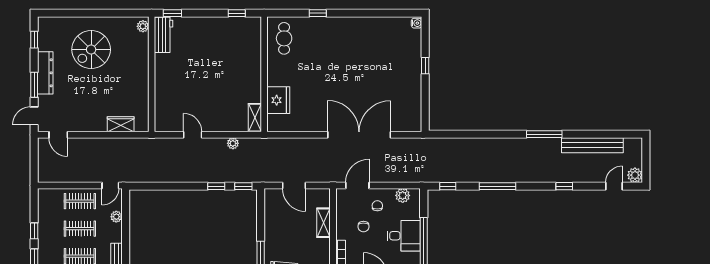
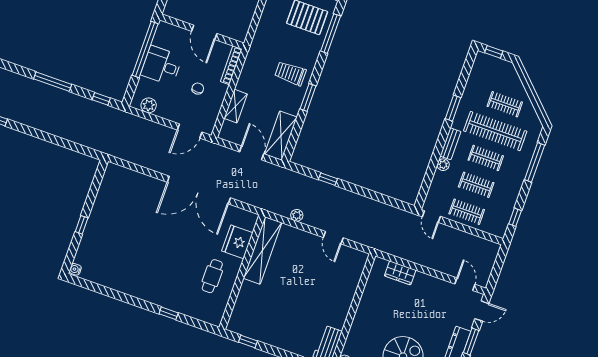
cafe table: (284, 38) -> (212, 276), moved
shelving: (255, 118) -> (263, 250), width x2.20, depth x1.33
double door: (359, 135) -> (199, 190), moved
door: (110, 185) -> (431, 217), swing flipped
window: (243, 186) -> (301, 170), removed
chair: (377, 206) -> (177, 104), removed
shelving: (273, 210) -> (281, 136), added
plant: (116, 217) -> (443, 165), moved
window: (34, 231) -> (515, 217), moved

